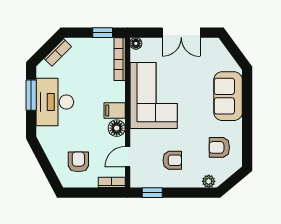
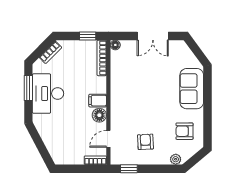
corner sofa: (154, 95) -> (130, 88), removed
armchair: (172, 160) -> (145, 142), turned -93
armchair: (78, 162) -> (68, 143), removed

